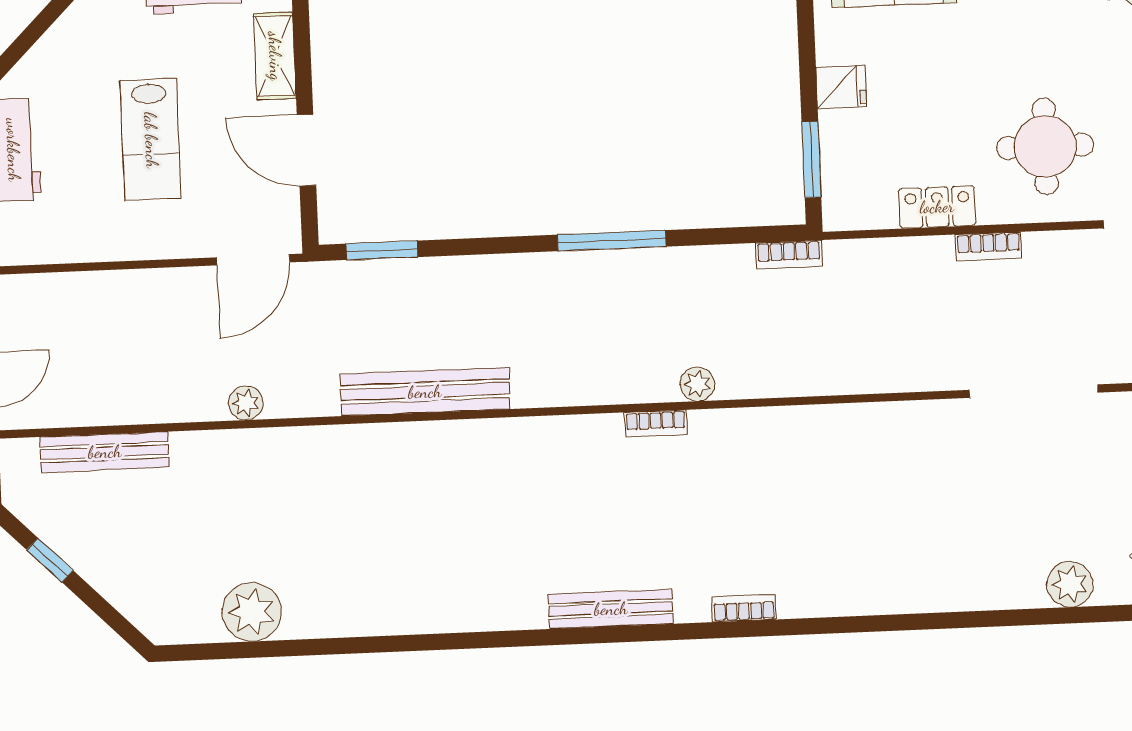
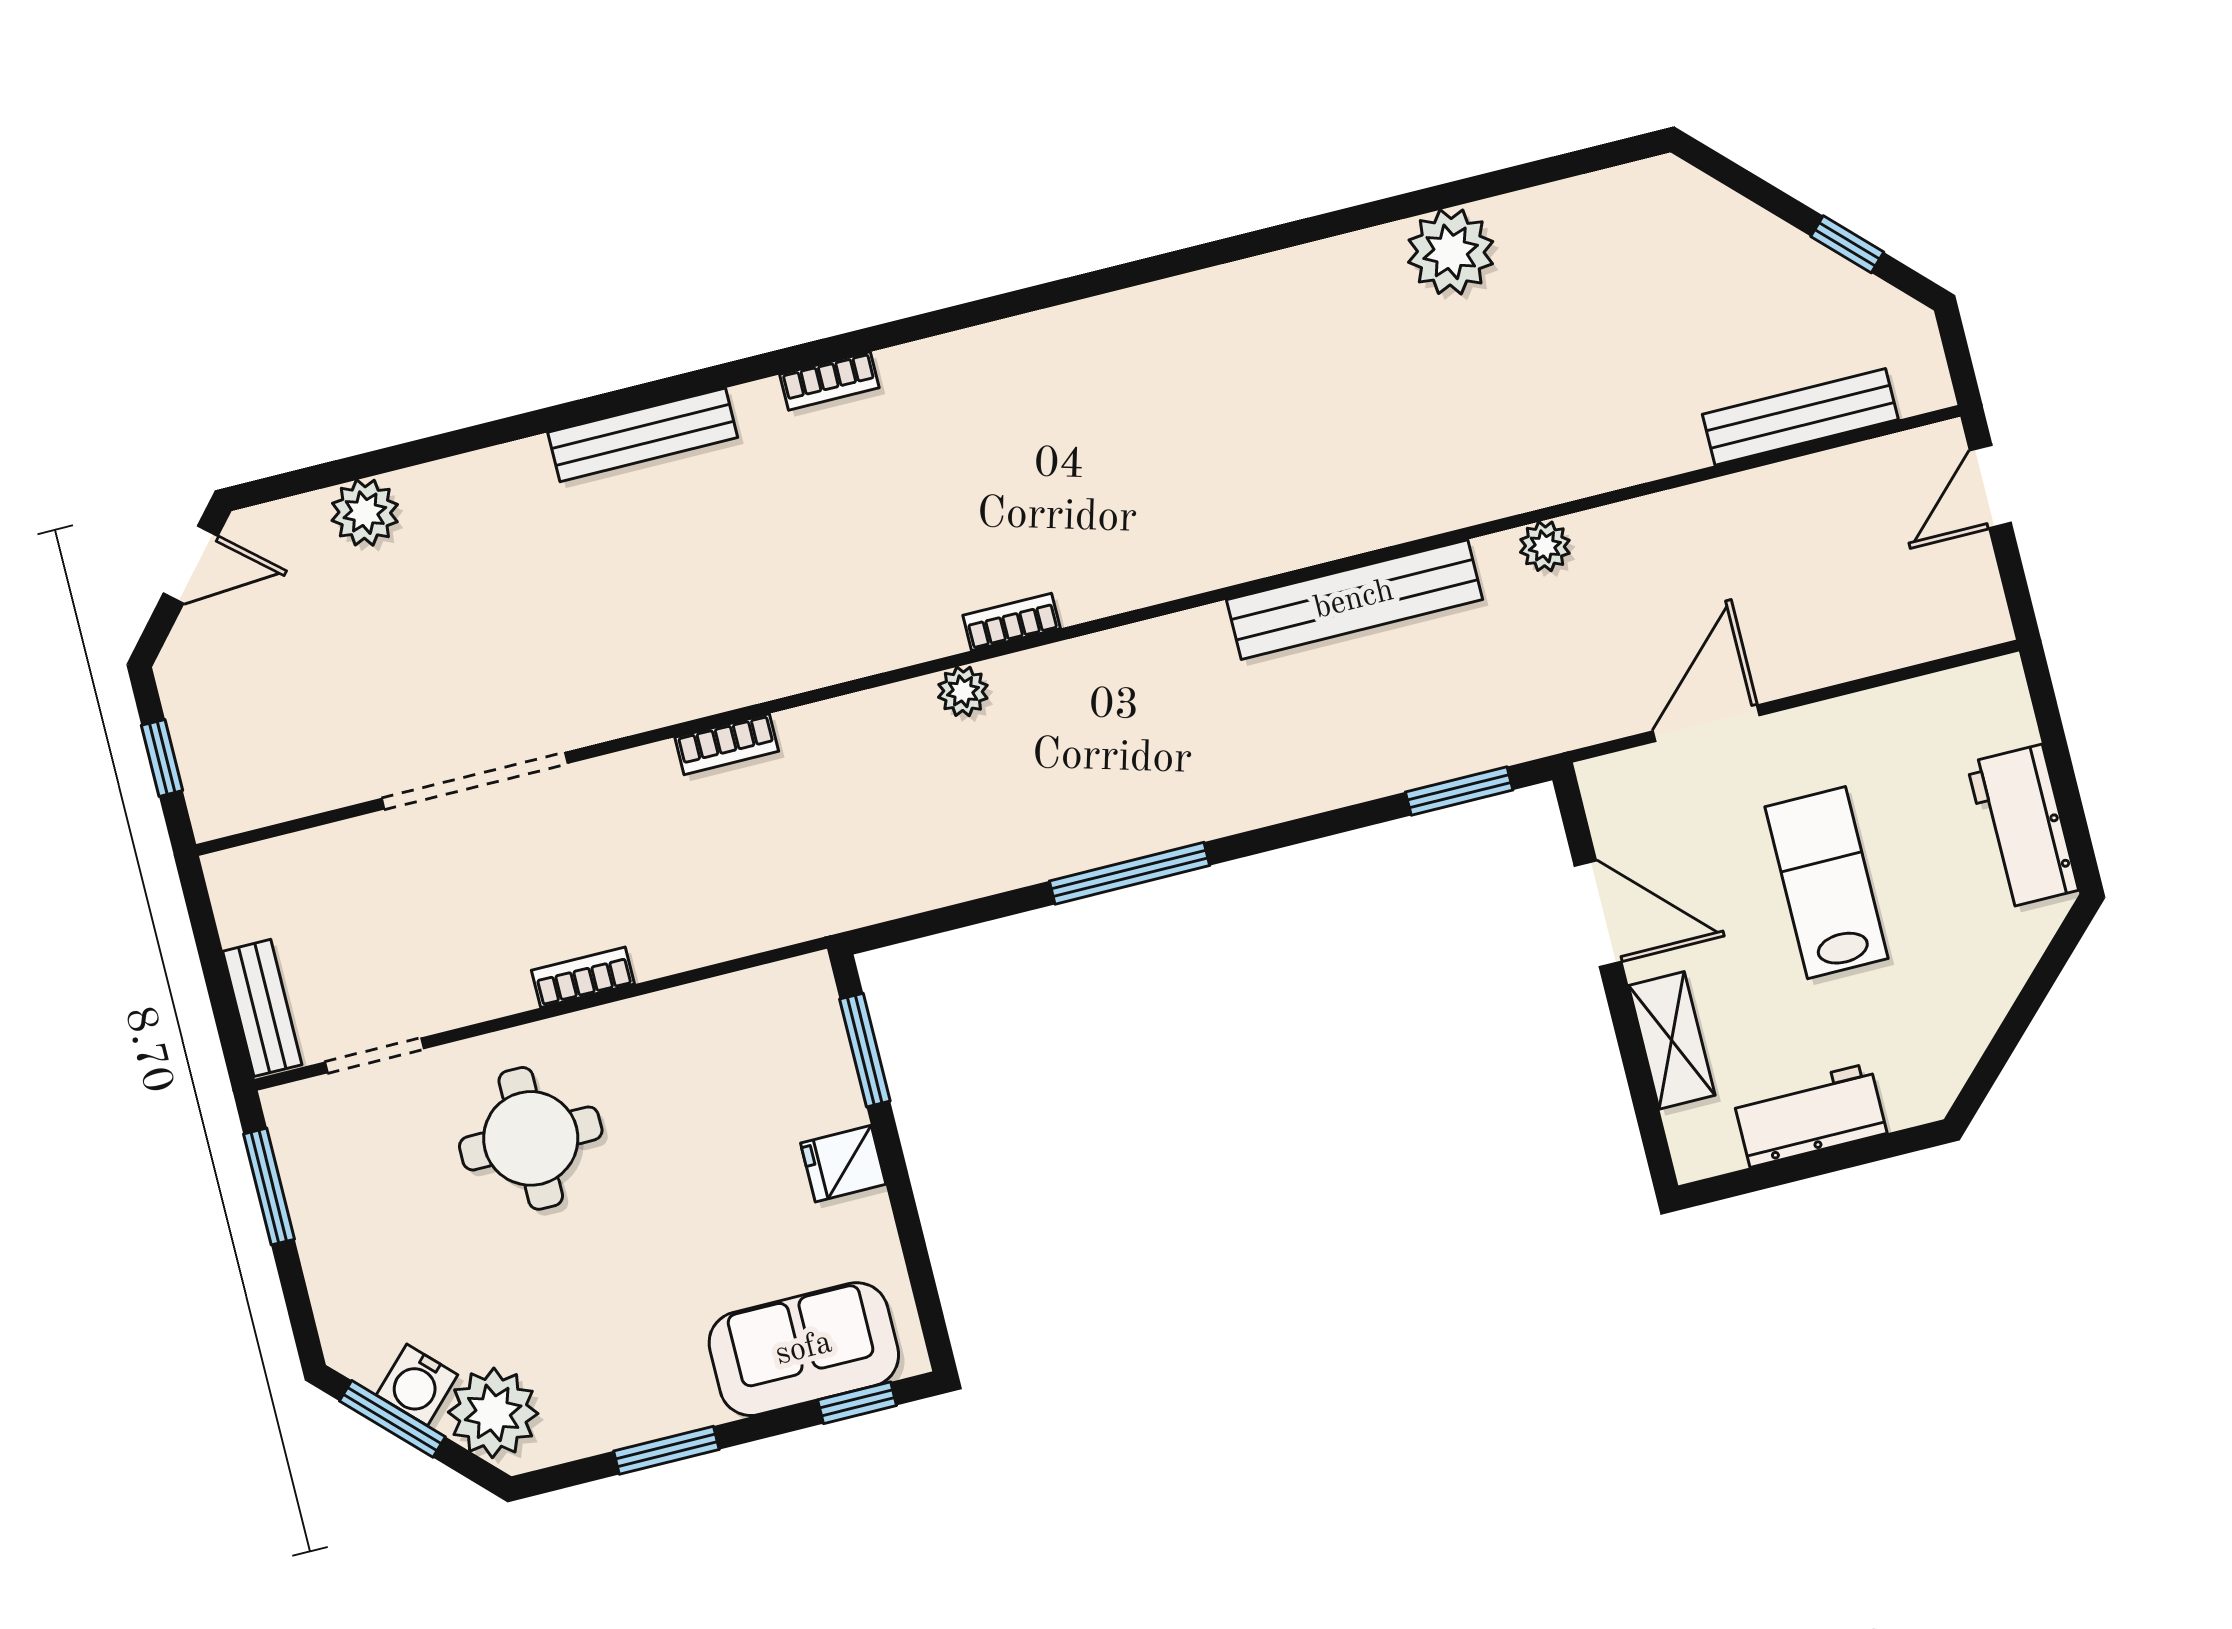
locker: (937, 207) -> (669, 1019), removed
bookcase: (789, 255) -> (727, 744), moved, turned 180
door: (253, 260) -> (1706, 723), moved
plant: (246, 403) -> (1545, 546), moved
bench: (611, 609) -> (643, 435), moved
plant: (252, 612) -> (1451, 252), moved

